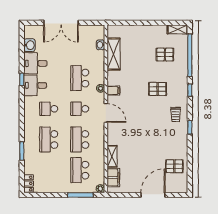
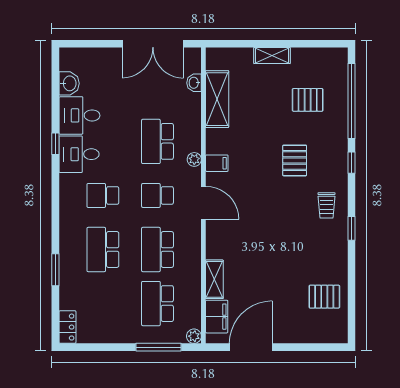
double door: (61, 23) -> (153, 44), moved
shelving: (177, 29) -> (272, 56), moved
pallet: (158, 89) -> (295, 160), turned 90
door: (153, 195) -> (251, 347), moved

